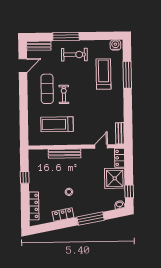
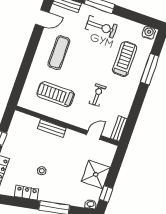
exercise bike: (64, 94) -> (97, 95), moved
bench: (65, 154) -> (52, 128), width x0.73
locker: (120, 158) -> (109, 154), removed

